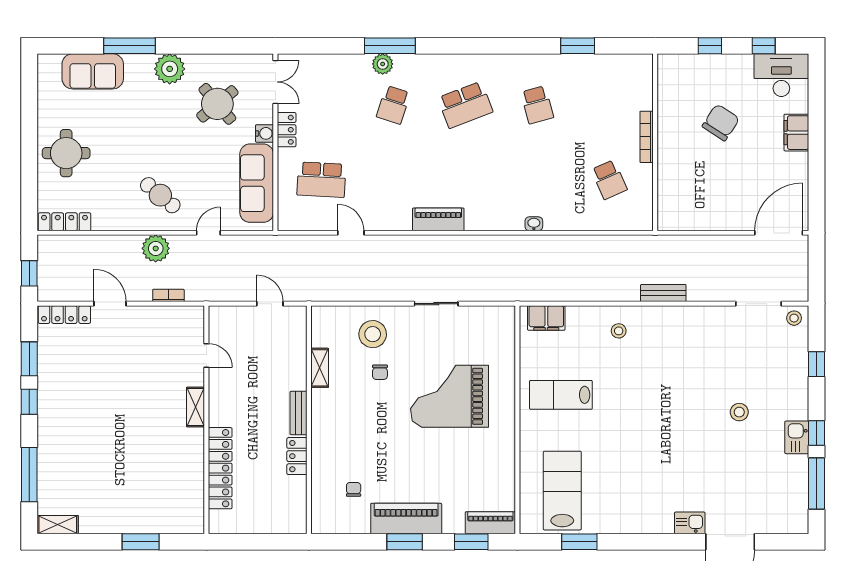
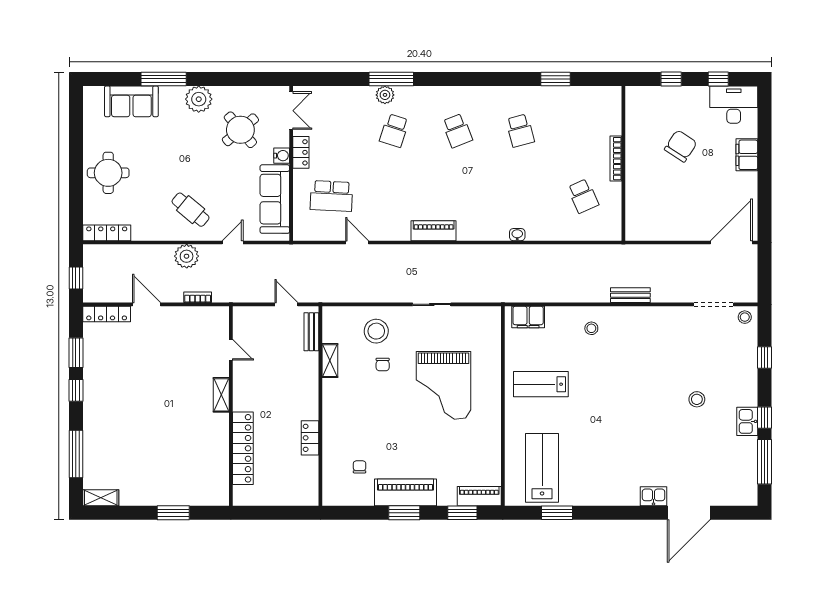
school desk: (465, 105) -> (457, 131), width x0.54
grand piano: (450, 396) -> (444, 385), turned -90
bench: (299, 413) -> (311, 332), moved

